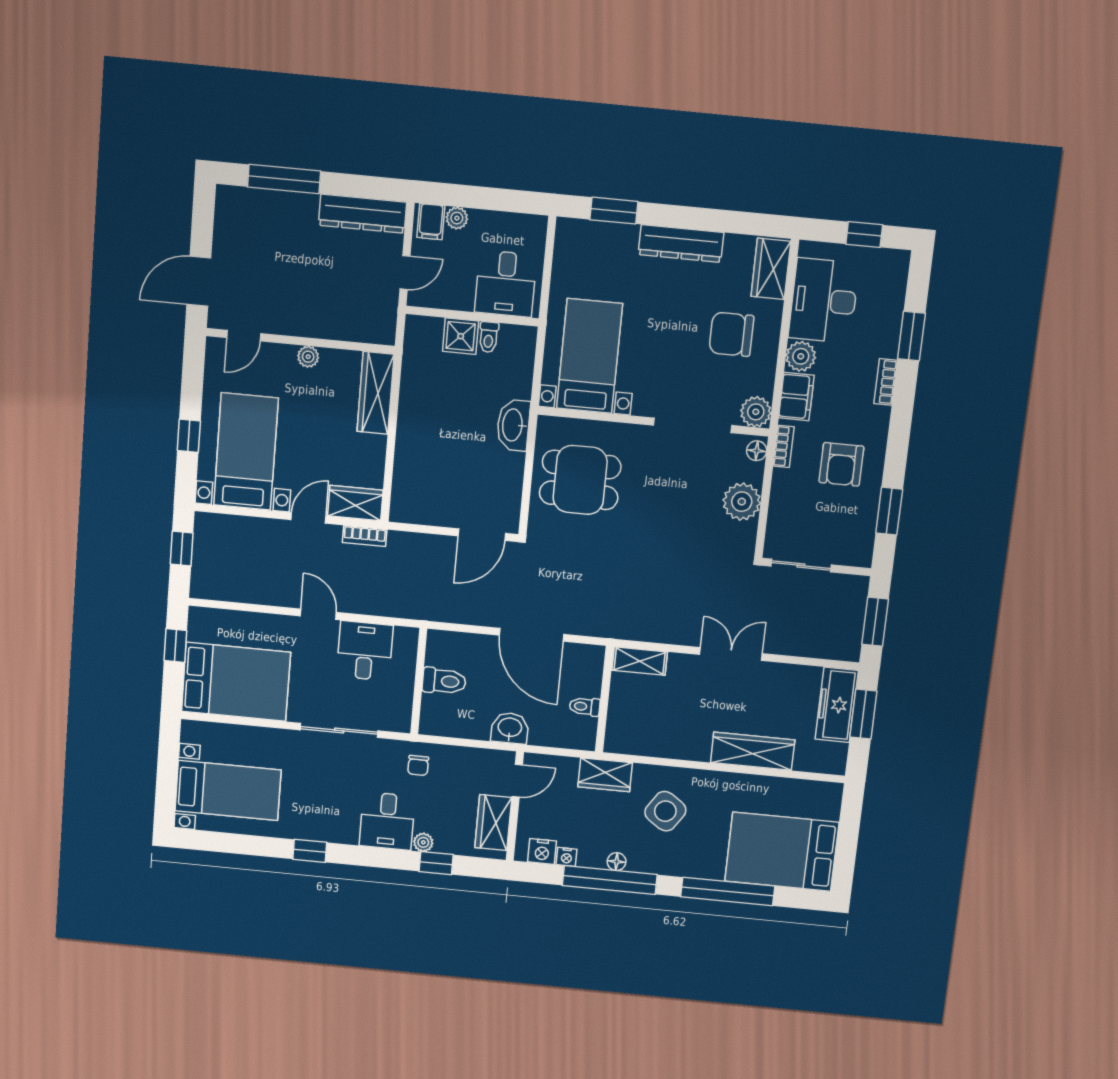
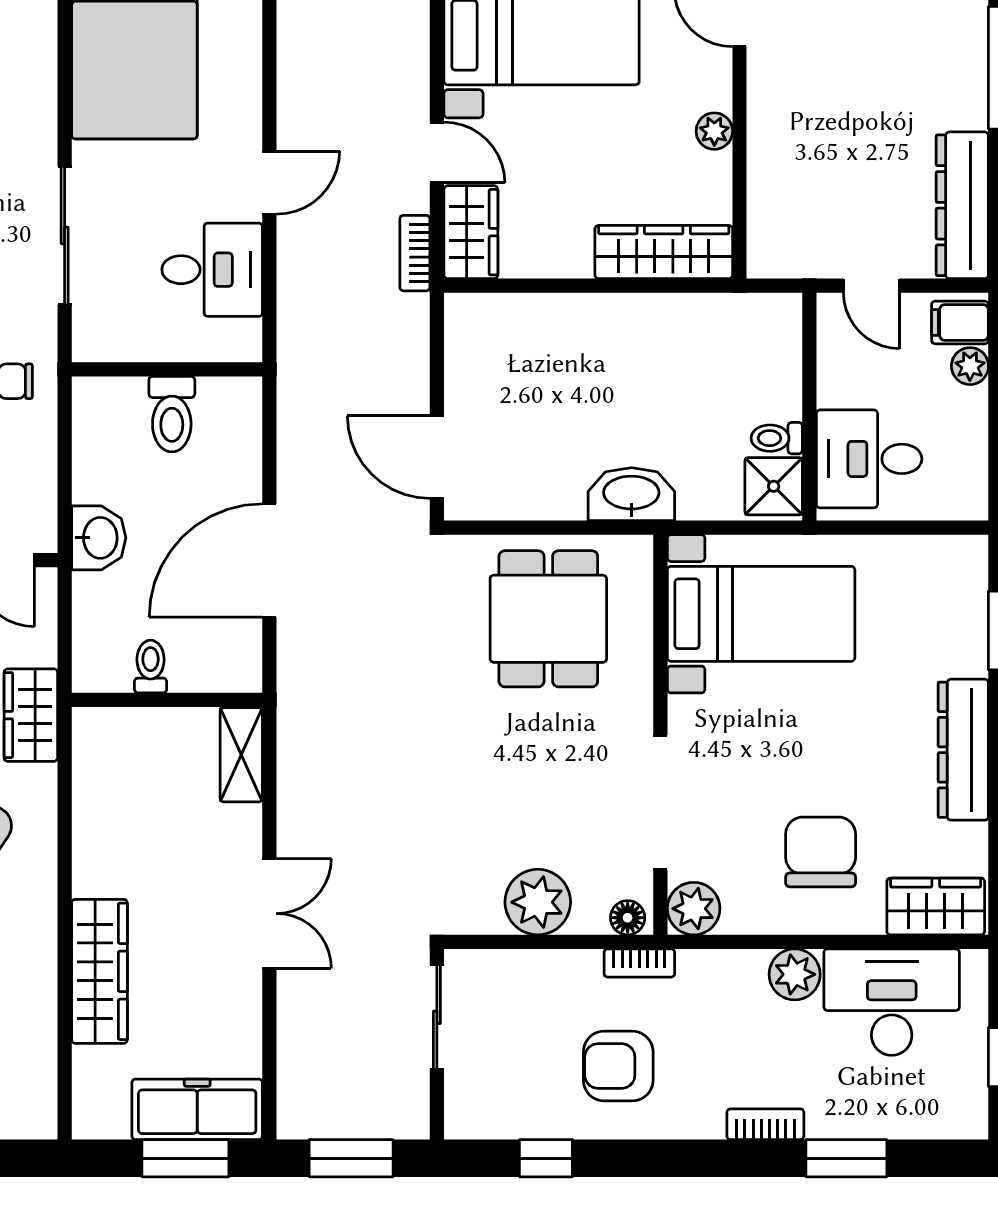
shower: (461, 336) -> (774, 486), moved
filing cabinet: (796, 397) -> (726, 975), removed
window: (889, 511) -> (546, 1158), width x0.67

